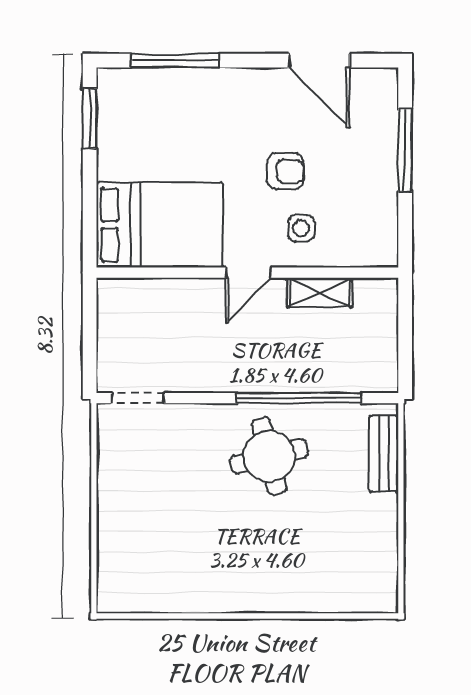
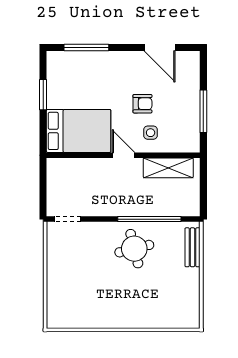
window: (90, 118) -> (43, 95), moved
window: (405, 150) -> (203, 111), moved
door: (248, 273) -> (124, 155), swing flipped
shelving: (320, 292) -> (168, 168), width x1.50, depth x1.33

